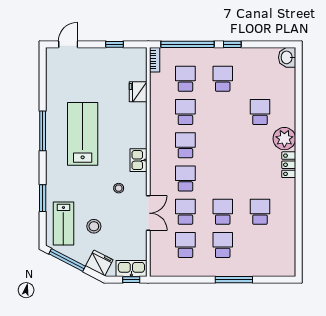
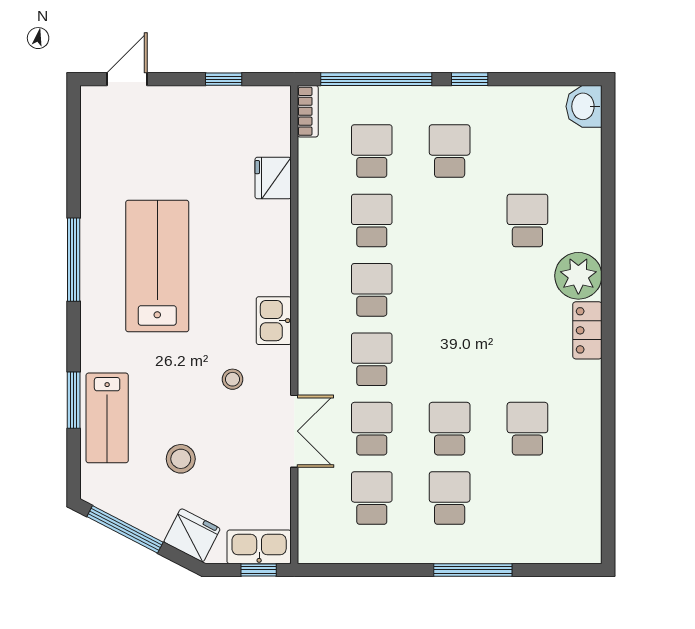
lab bench: (63, 223) -> (107, 418), moved

